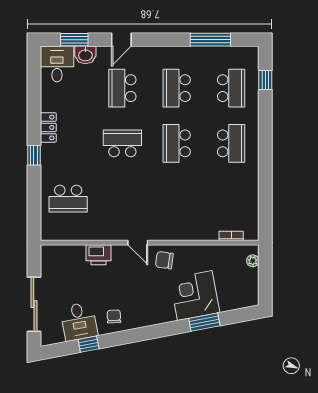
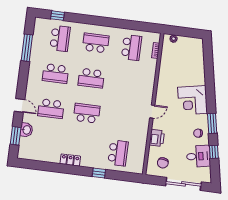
desk: (57, 64) -> (30, 149), removed
school desk: (231, 88) -> (60, 38), turned 90
school desk: (122, 143) -> (87, 113), turned 90
window: (34, 155) -> (99, 173), moved
school desk: (231, 199) -> (131, 48), added
chair: (164, 260) -> (163, 163), moved
corner desk: (195, 296) -> (192, 100), moved
window: (204, 322) -> (212, 123), moved

